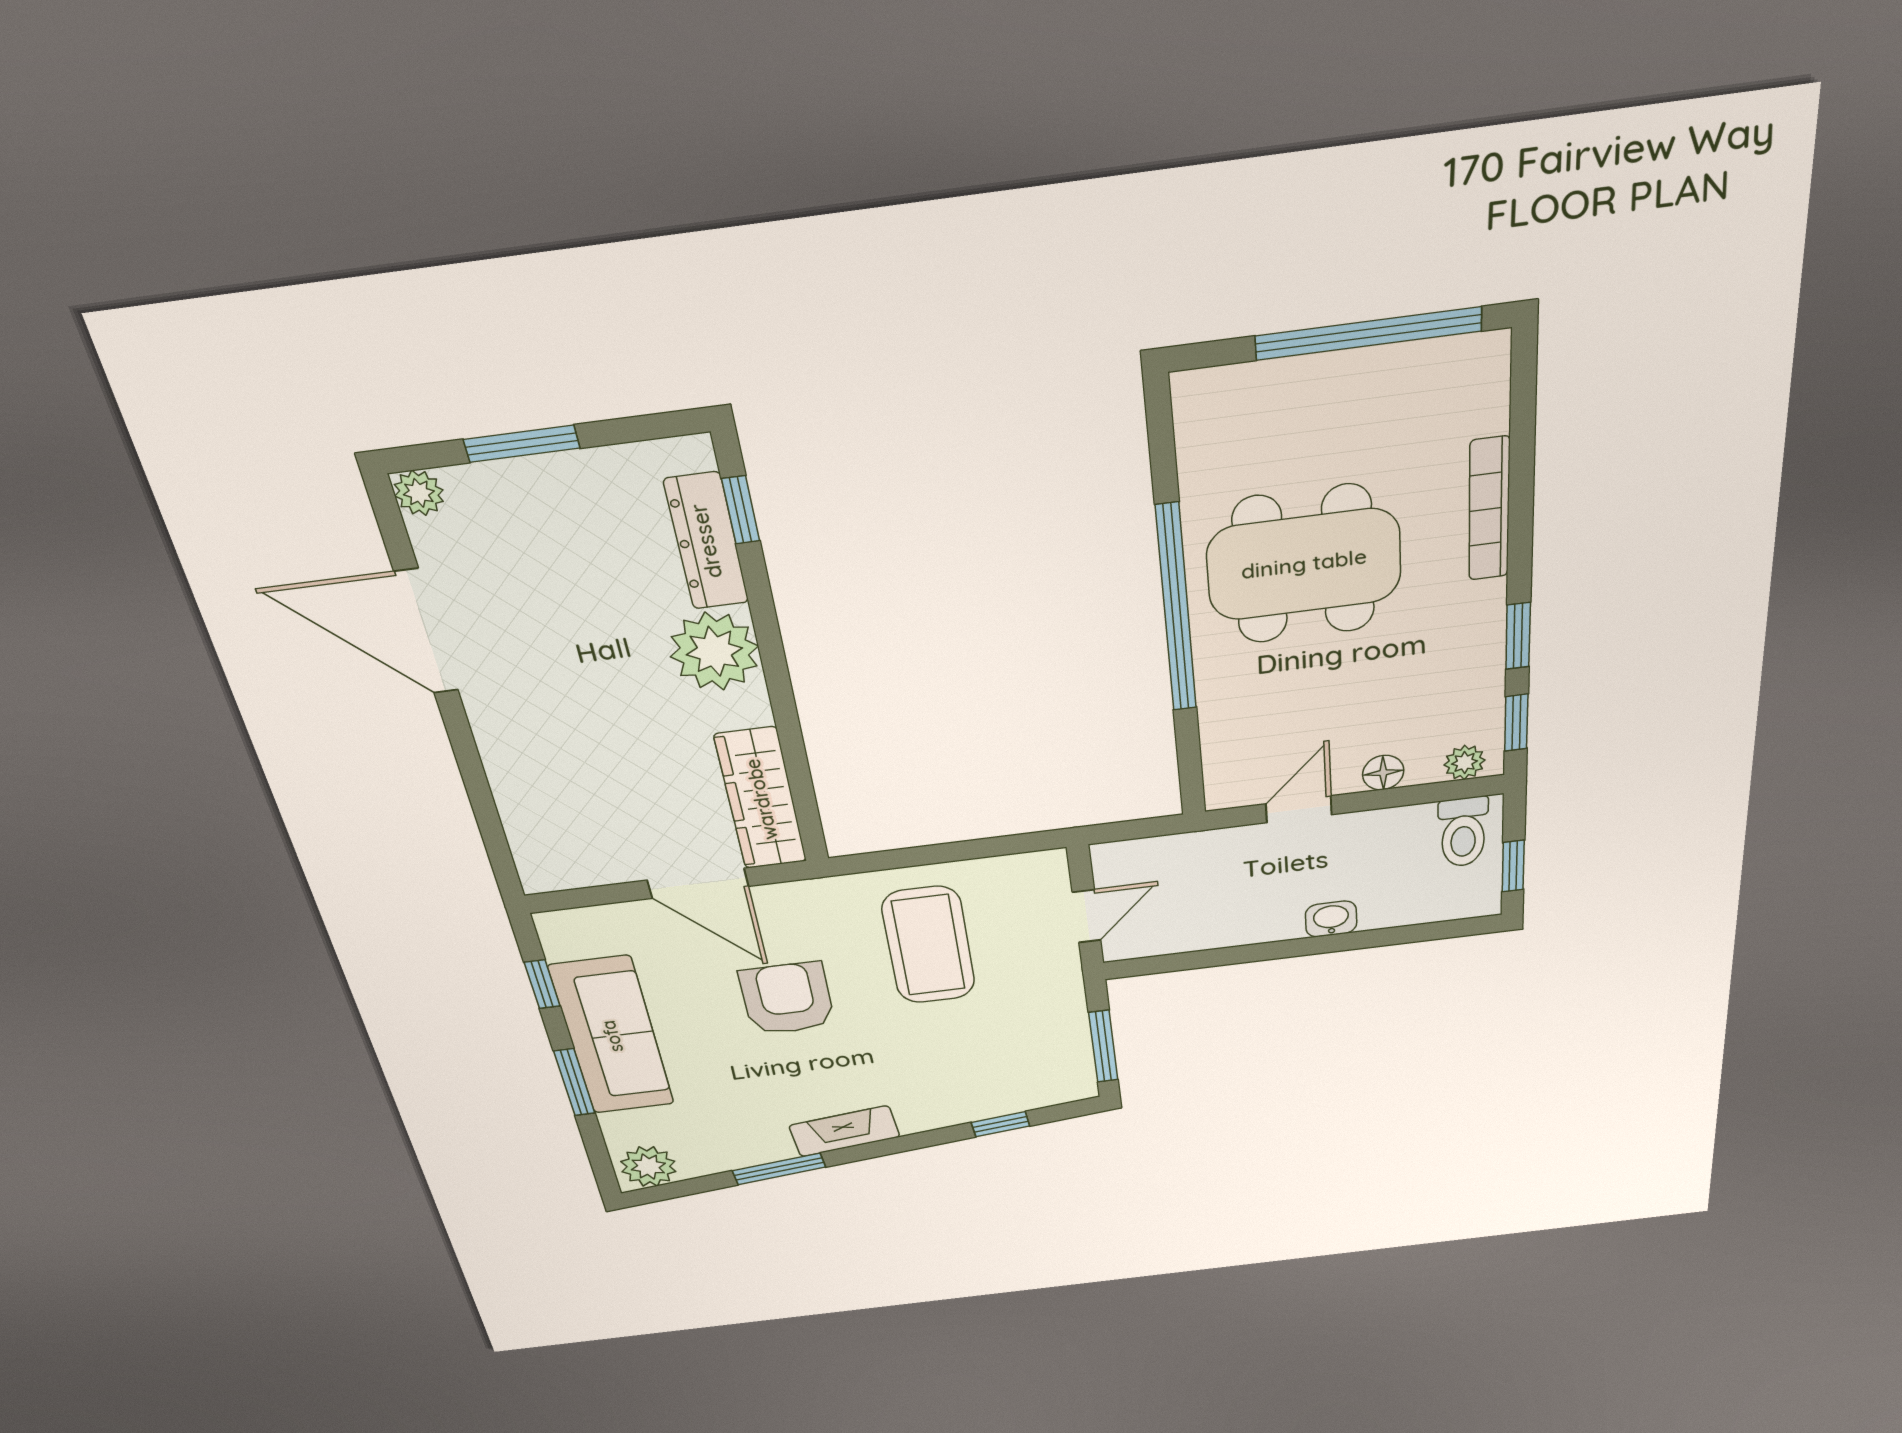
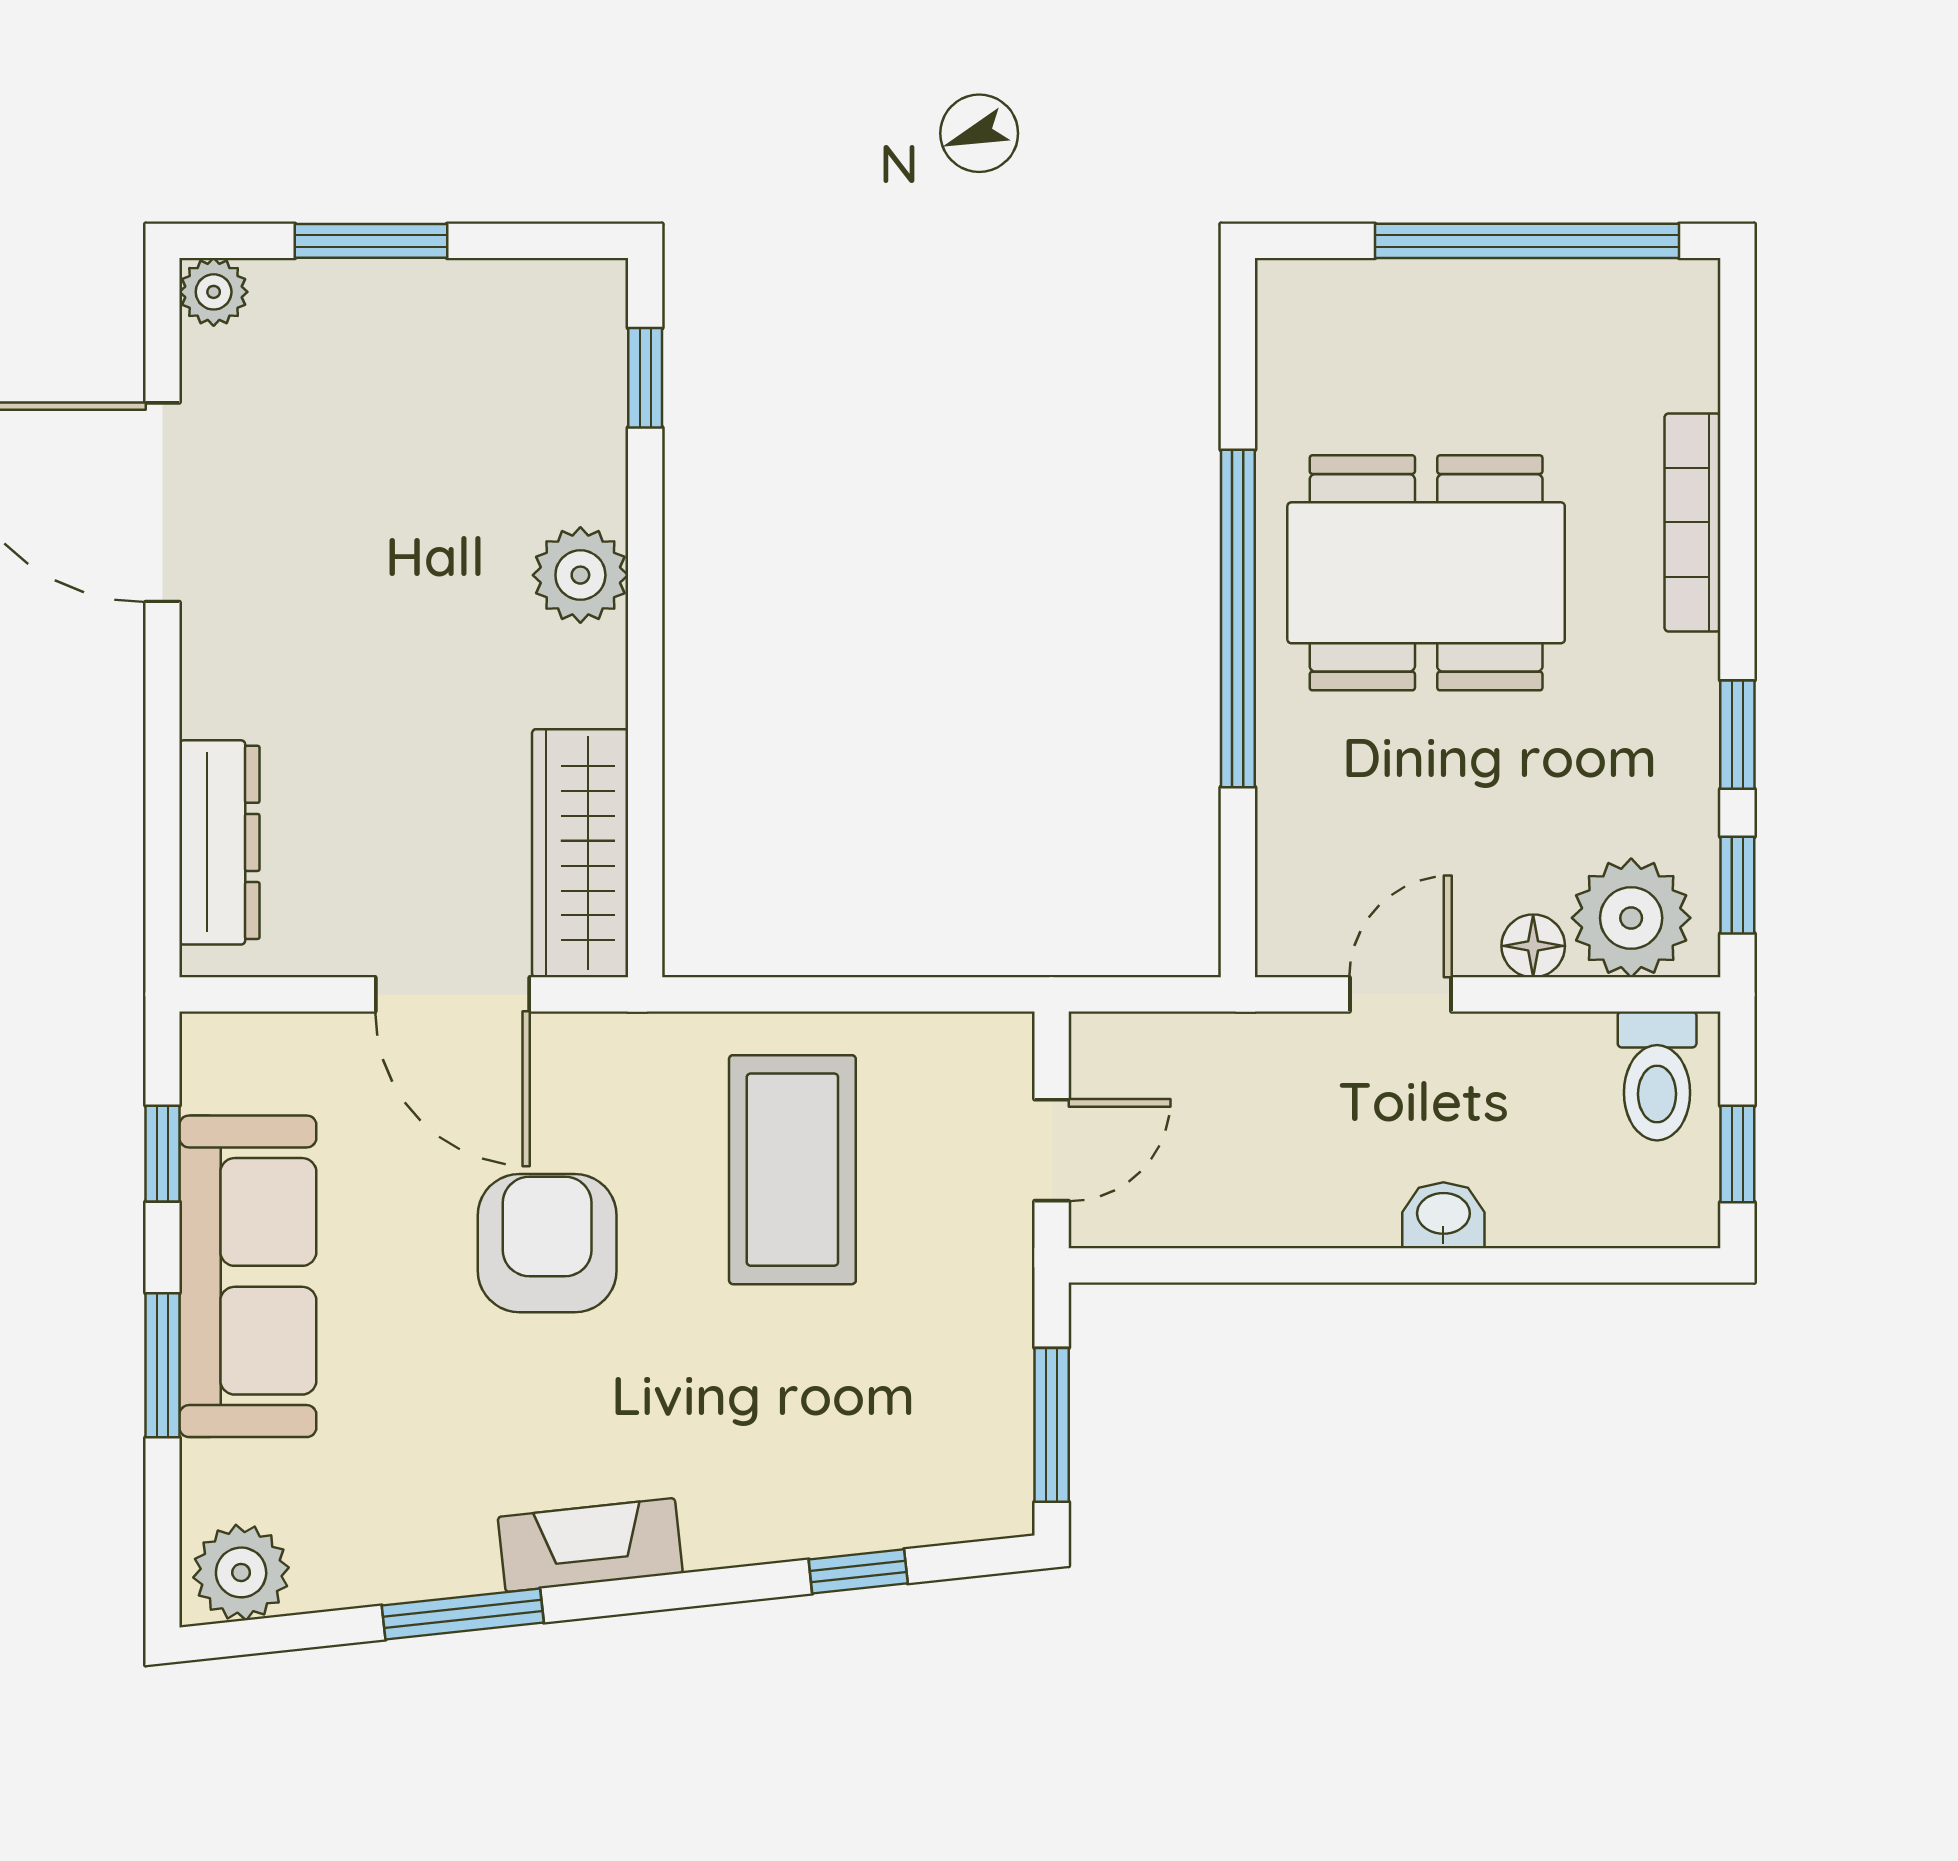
dresser: (706, 541) -> (219, 842), moved, turned 180
plant: (714, 651) -> (580, 575), width x0.73, depth x0.73
plant: (1465, 763) -> (1631, 918), width x1.87, depth x1.87

